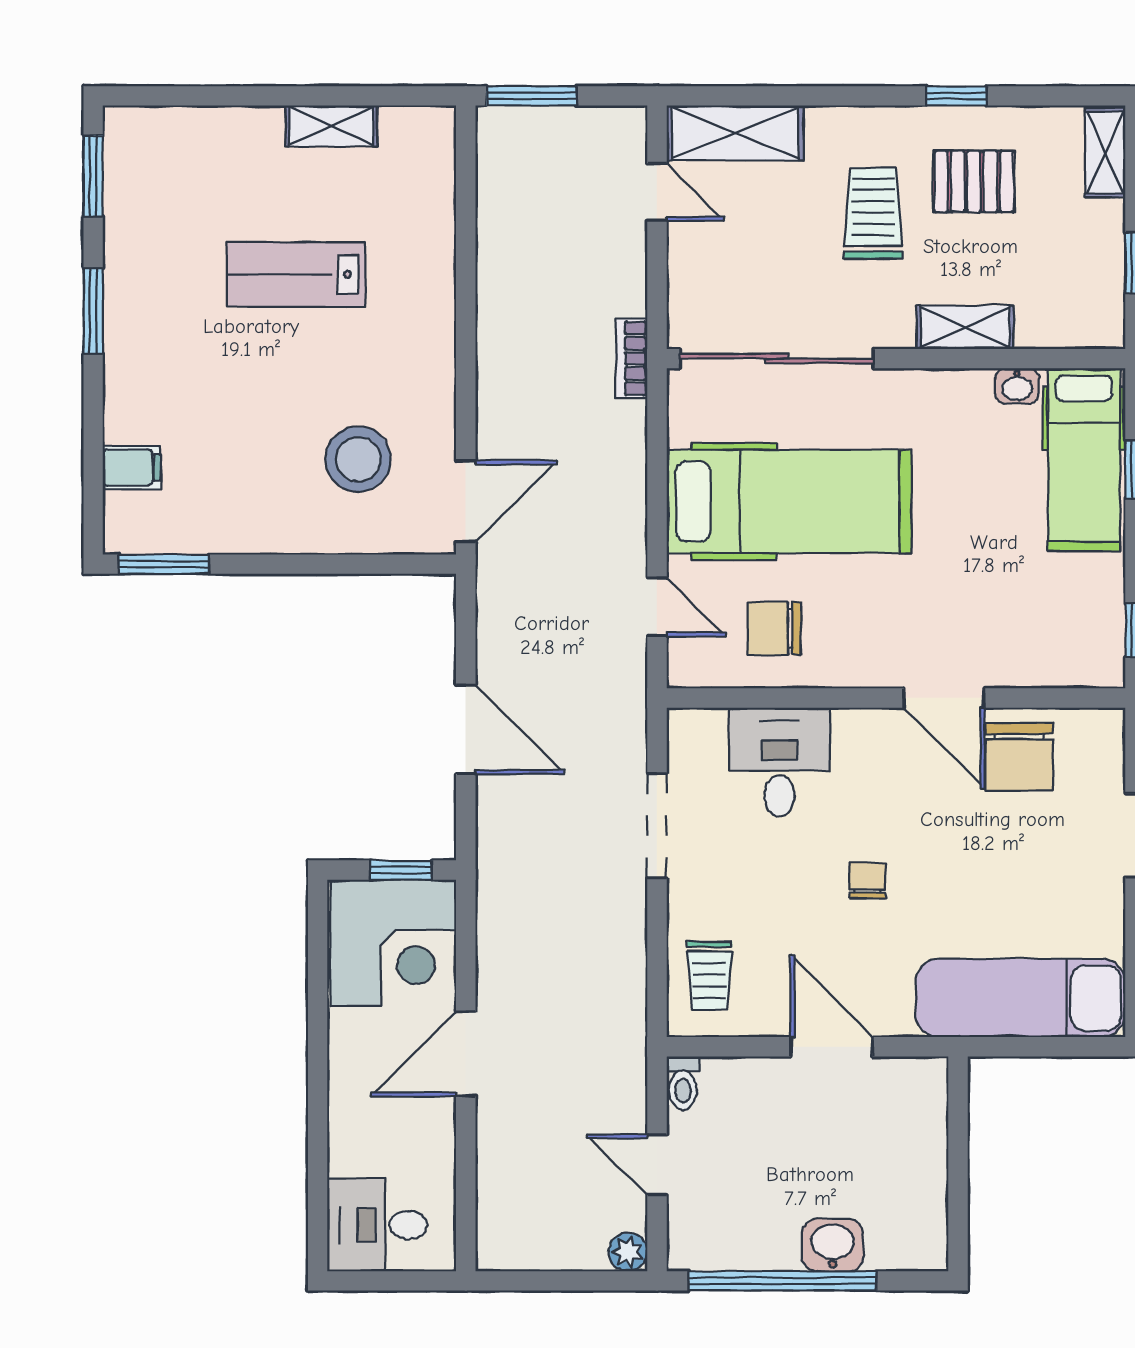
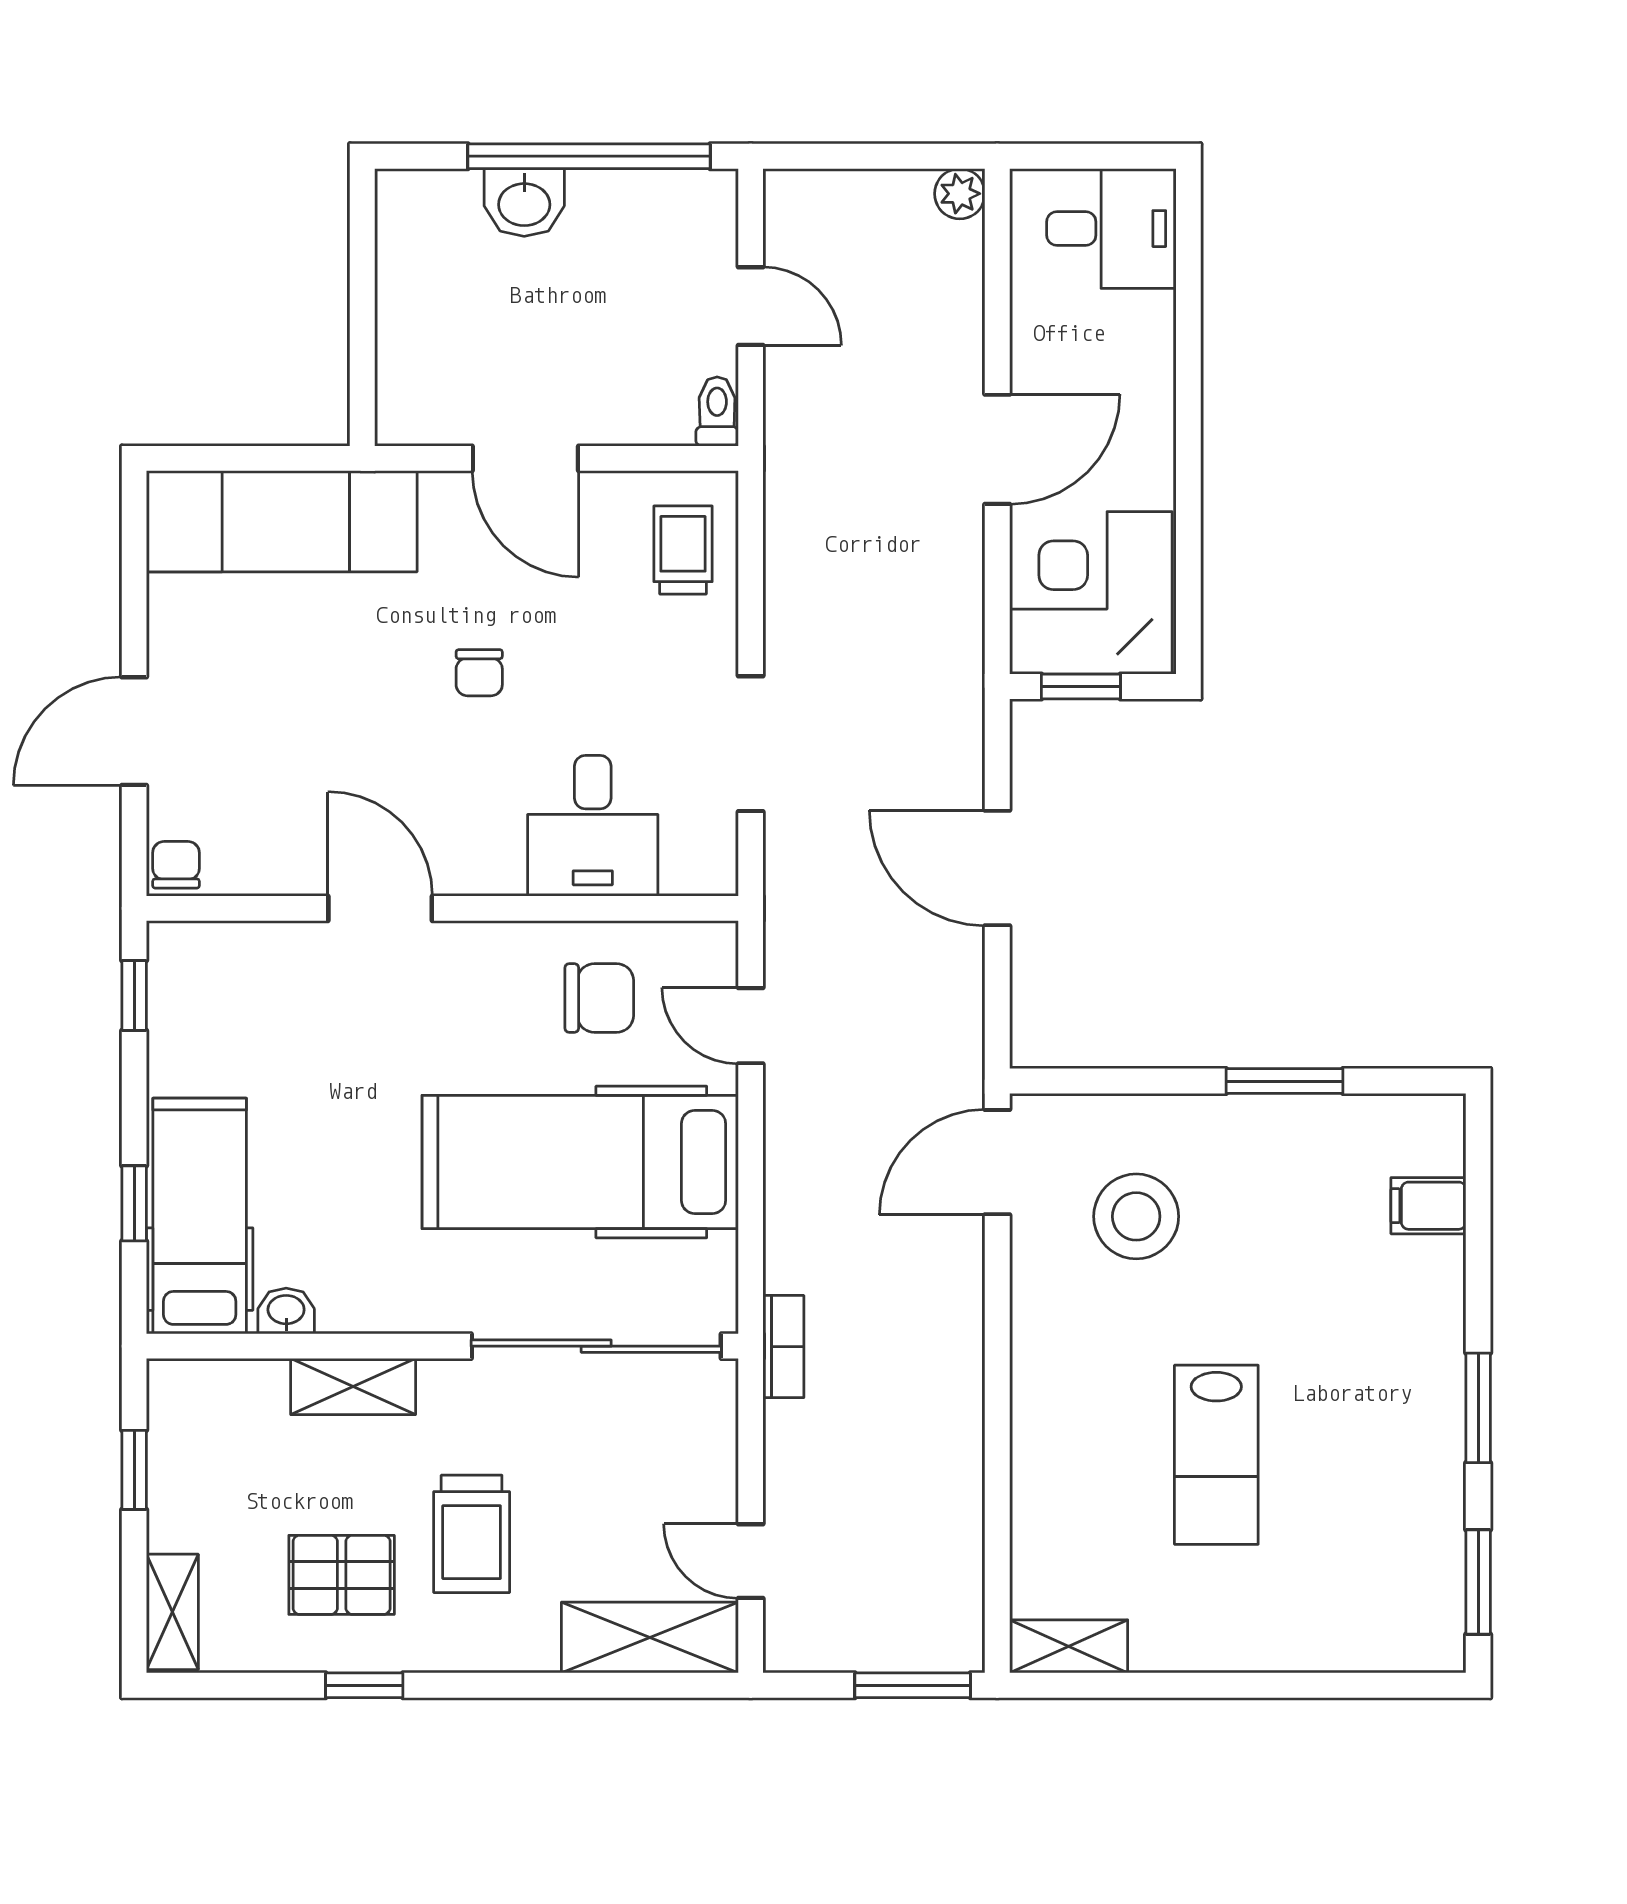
shelving: (331, 126) -> (1069, 1646), moved
lab bench: (296, 275) -> (1216, 1455), turned 90
window: (164, 564) -> (1285, 1081), moved
chair: (1019, 757) -> (176, 865), moved, width x0.54, depth x0.54
plant: (628, 1252) -> (960, 194), moved

